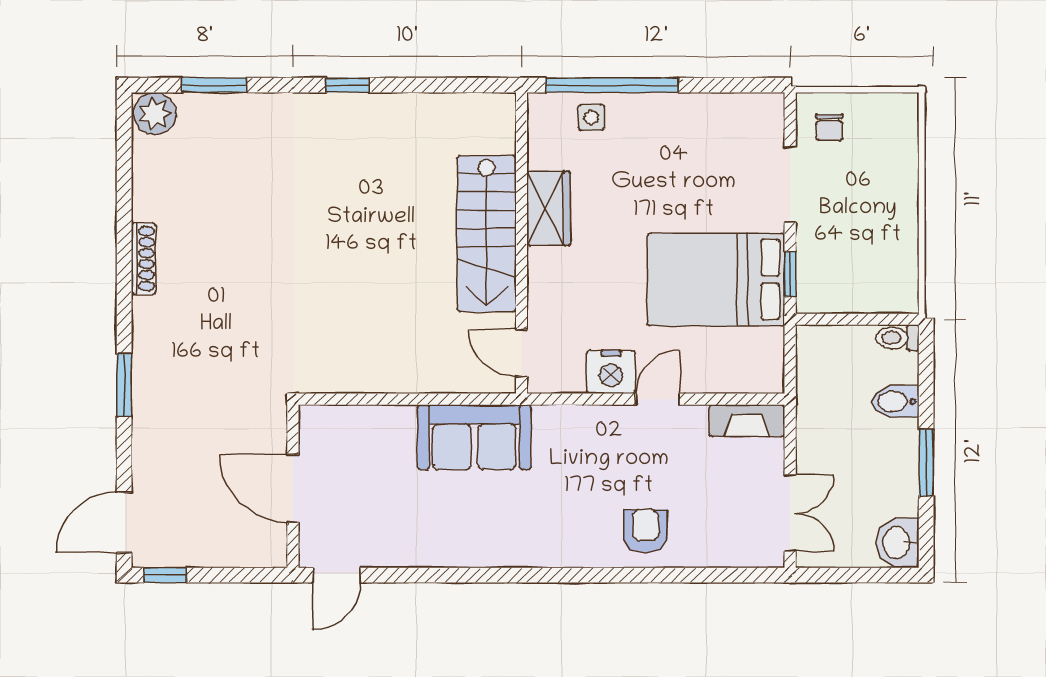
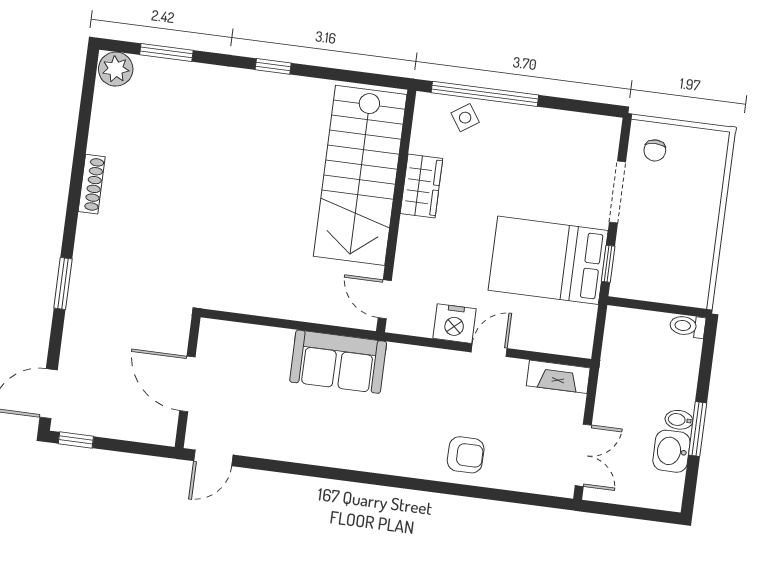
side table: (591, 117) -> (465, 118), turned -34
stairs: (487, 234) -> (360, 175), width x1.36, depth x1.51
bidet: (896, 401) -> (679, 420), moved, width x0.72, depth x0.74
armchair: (646, 531) -> (466, 455), turned 90
washbasin: (898, 543) -> (671, 451), moved

